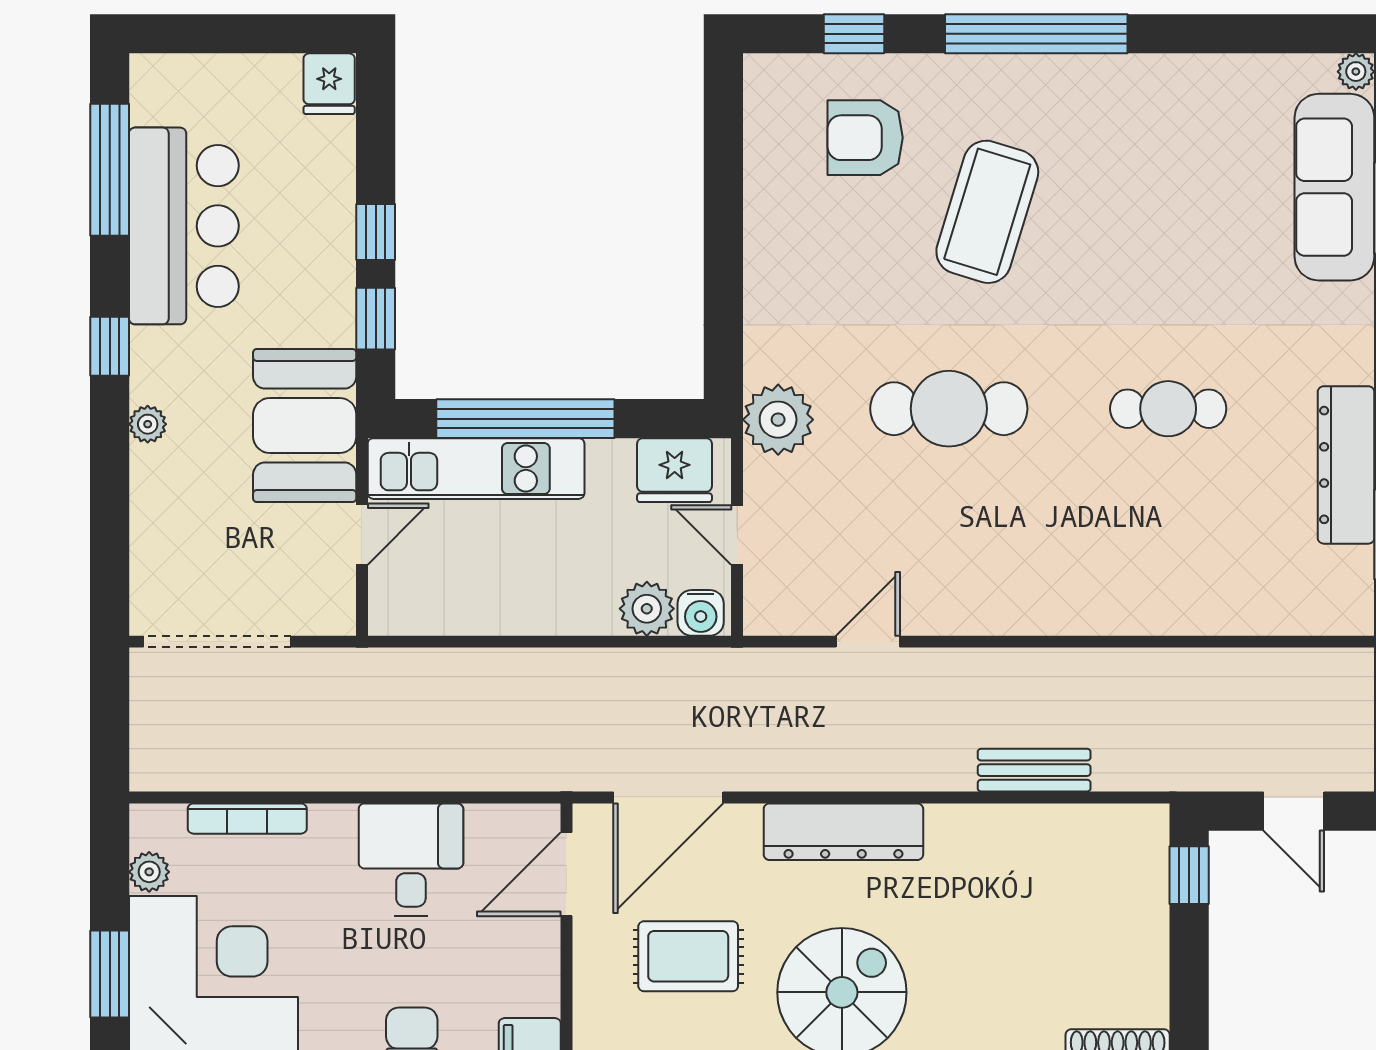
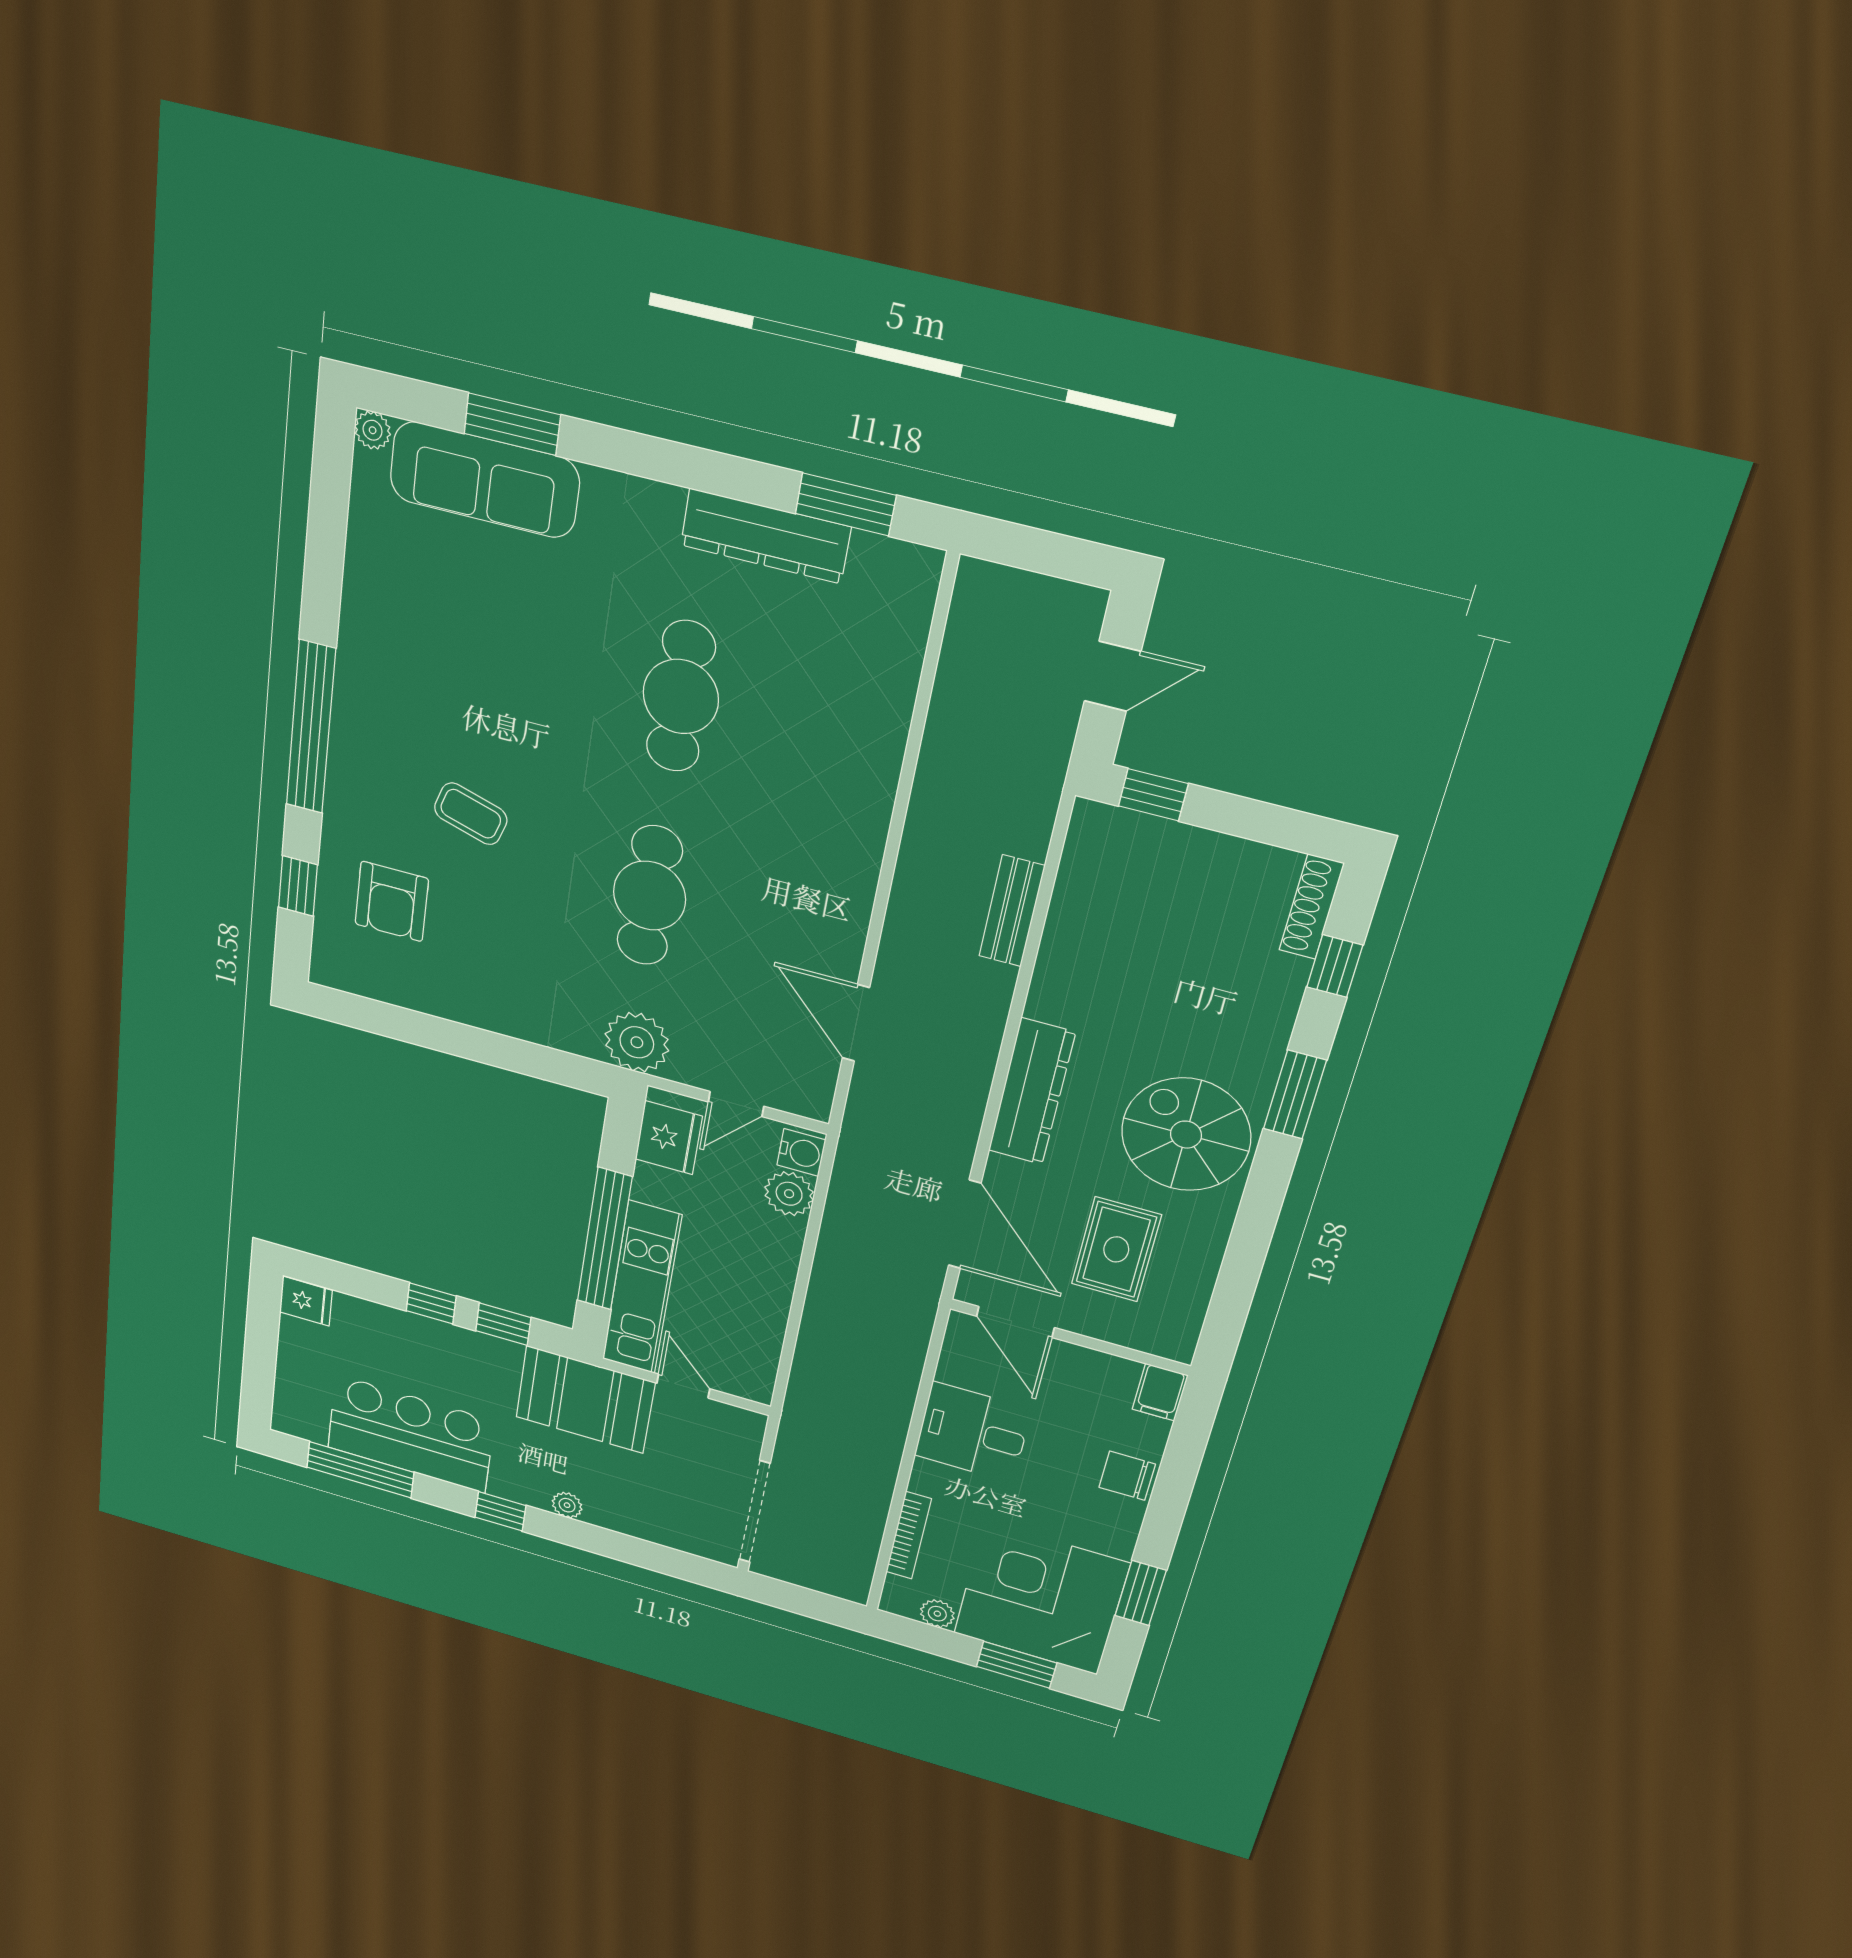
coffee table: (987, 212) -> (471, 814), width x0.54, depth x0.58
cafe table: (1168, 409) -> (681, 697), width x1.37, depth x1.35
door: (868, 642) -> (856, 1023), width x1.38

